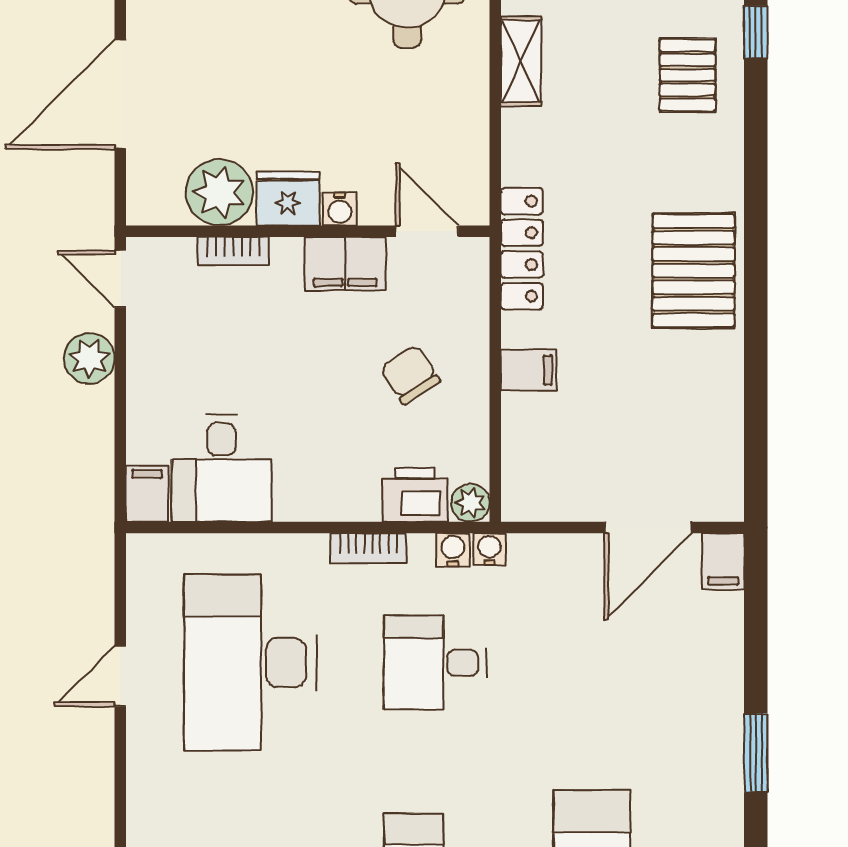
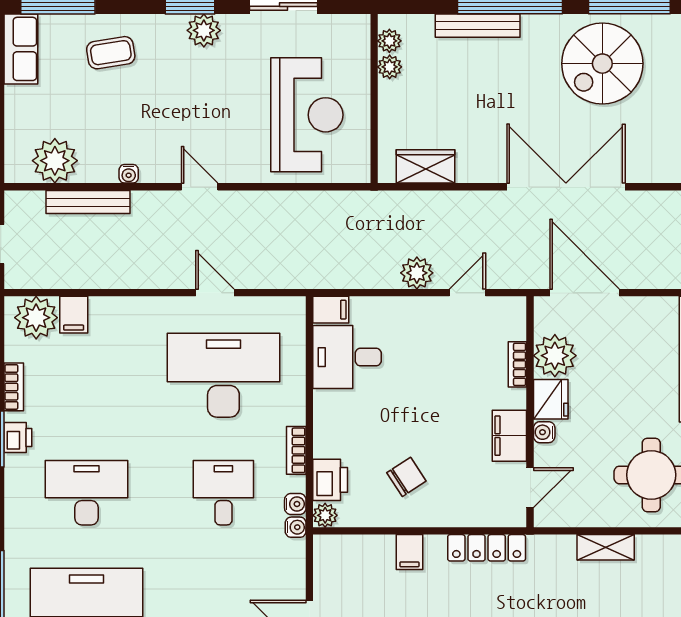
plant: (219, 192) -> (555, 356), moved
fridge: (288, 199) -> (551, 399), moved
water cooler: (340, 209) -> (544, 432), moved
wall: (308, 231) -> (530, 412), moved
door: (427, 231) -> (530, 488), moved
bookcase: (233, 251) -> (517, 364), moved
filing cabinet: (345, 264) -> (509, 436), moved

